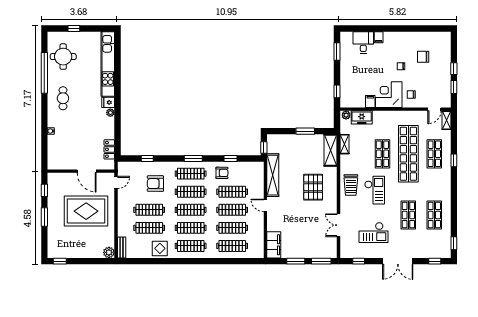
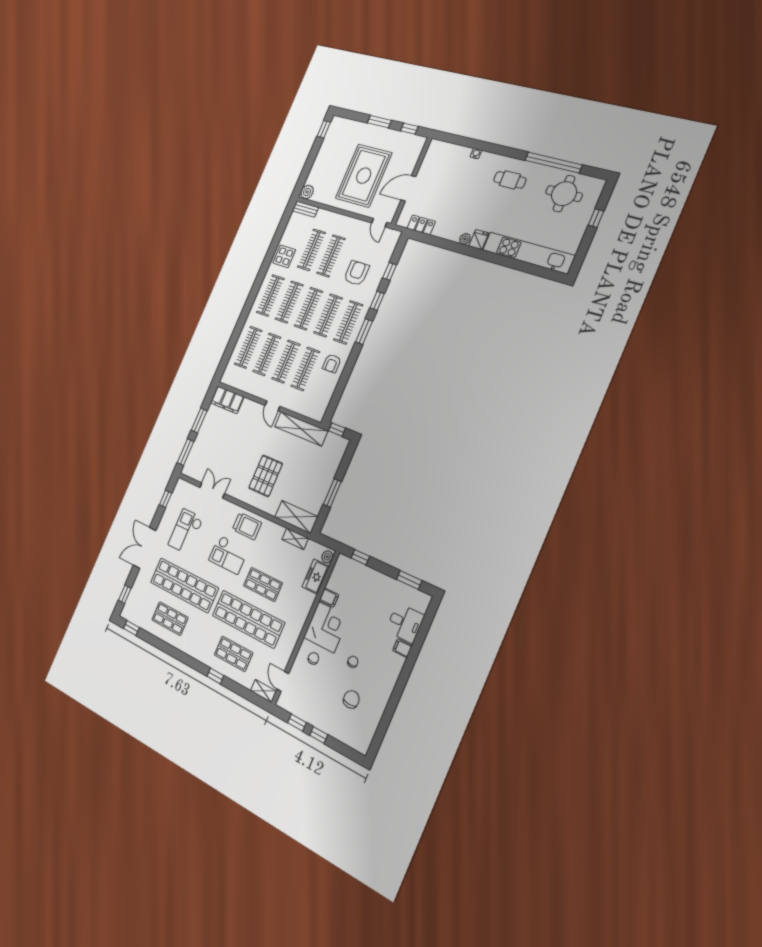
window: (231, 158) -> (377, 301), moved
trolley: (351, 185) -> (247, 526), turned 180
pallet: (313, 187) -> (266, 476), turned 90
door: (265, 205) -> (272, 406), swing flipped
shop shelf: (408, 215) -> (184, 585), width x2.00, depth x1.36

